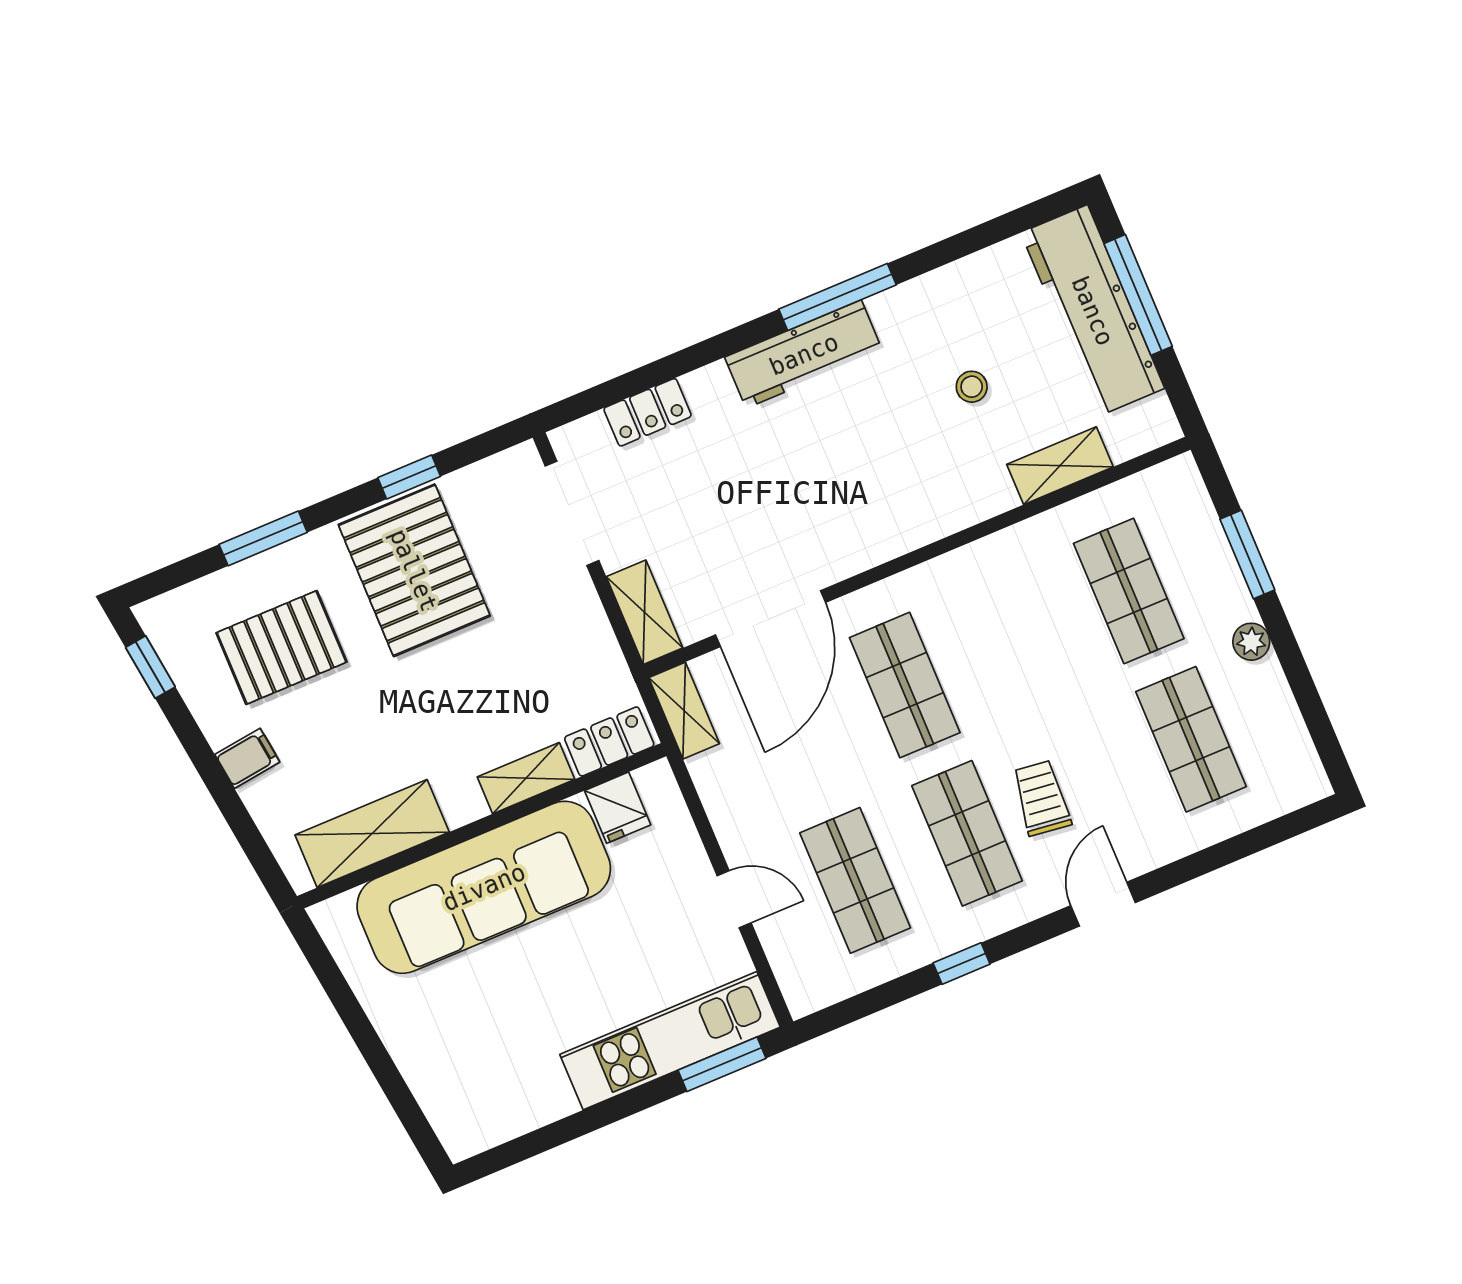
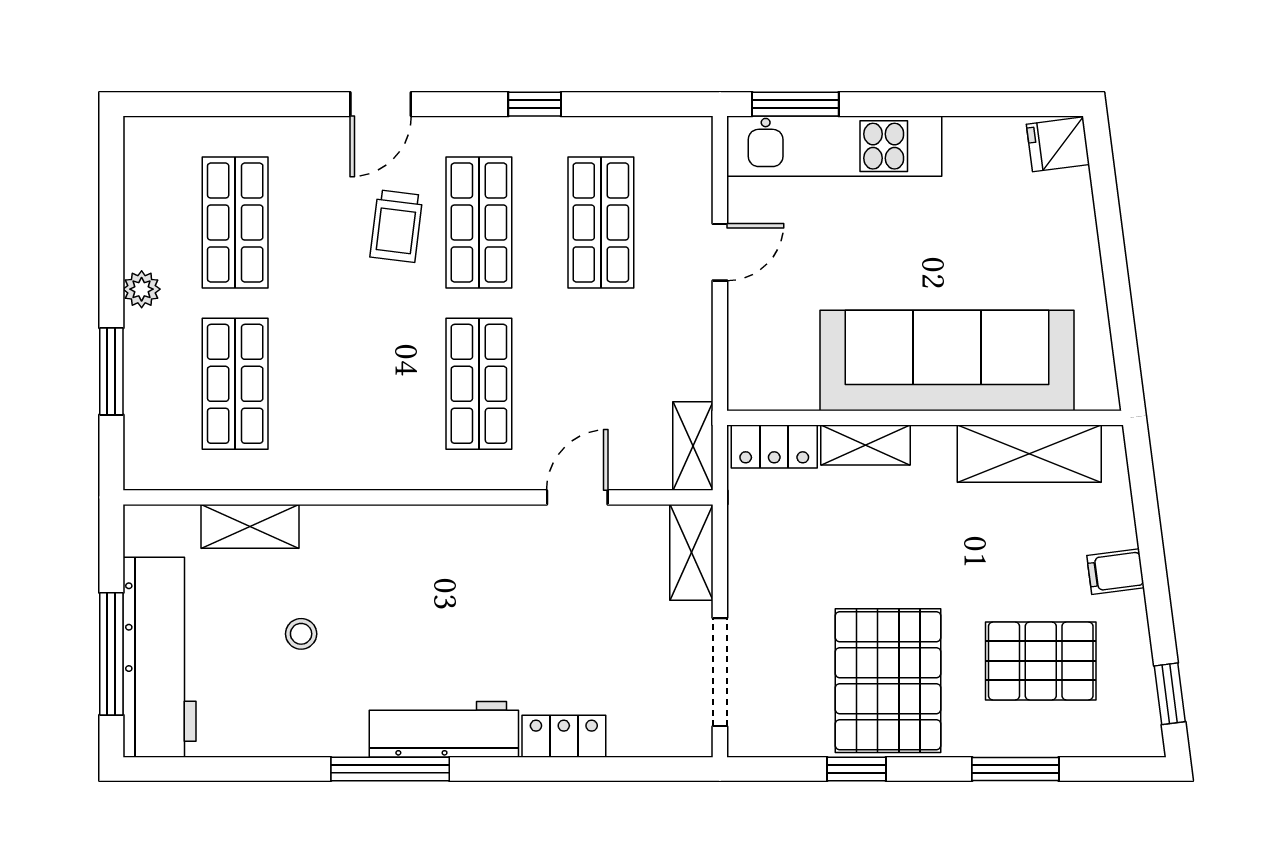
locker: (648, 412) -> (564, 736), moved
door: (771, 619) -> (577, 497), width x0.53
fridge: (618, 808) -> (1058, 144), moved, turned -97
door: (734, 899) -> (720, 252), swing flipped

